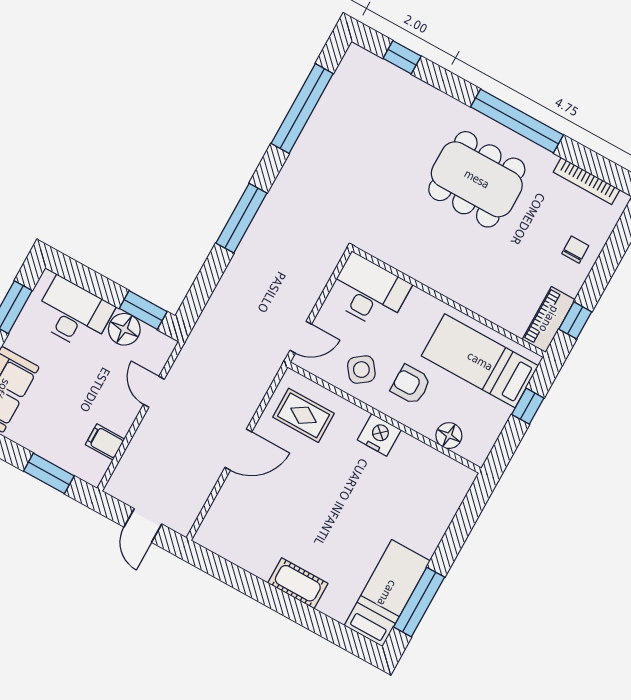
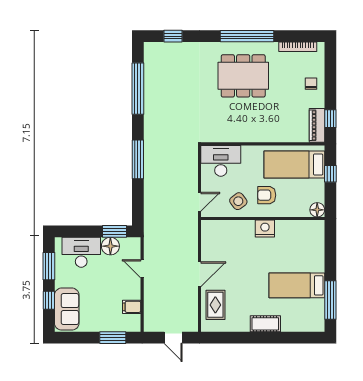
rug: (303, 415) -> (215, 305), moved, turned 90
floor lamp: (449, 436) -> (317, 210), moved
bed: (387, 593) -> (297, 285), moved, turned -90

